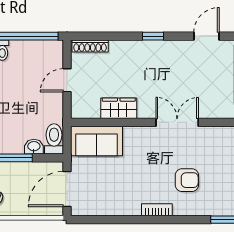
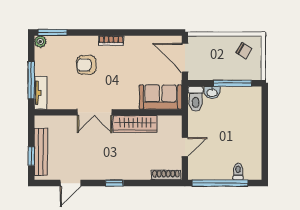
wardrobe: (119, 108) -> (135, 124), width x1.50
door: (67, 189) -> (185, 58), swing flipped

